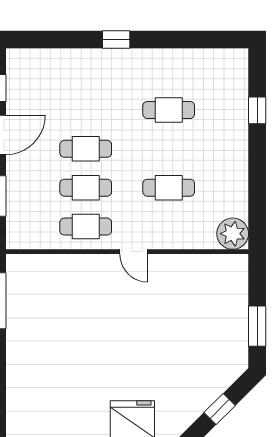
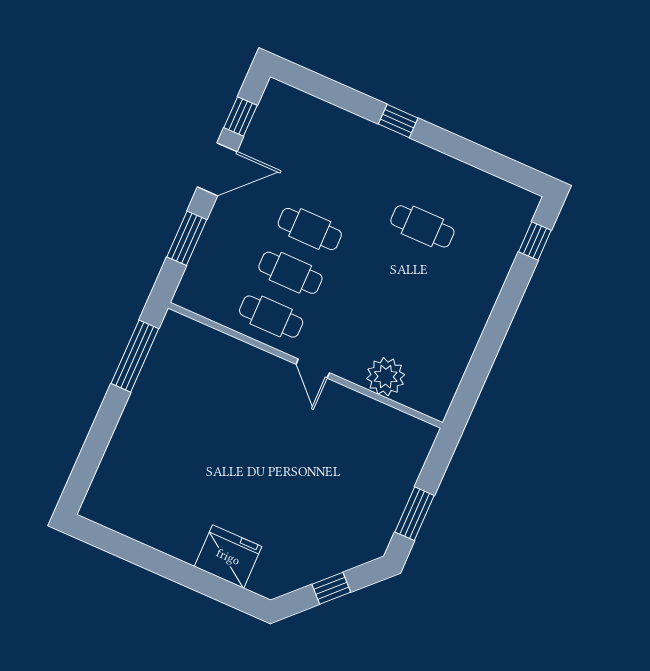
window: (257, 110) -> (535, 241), moved
cafe table: (169, 188) -> (384, 314), removed
plant: (233, 234) -> (386, 377), moved

